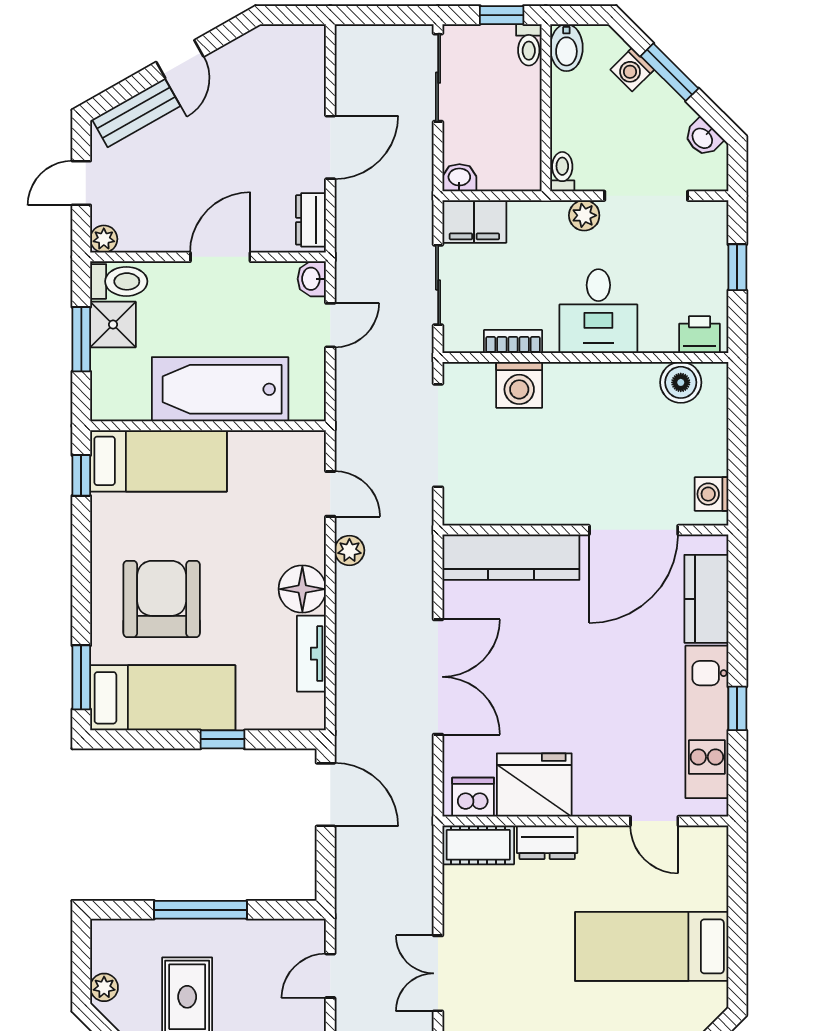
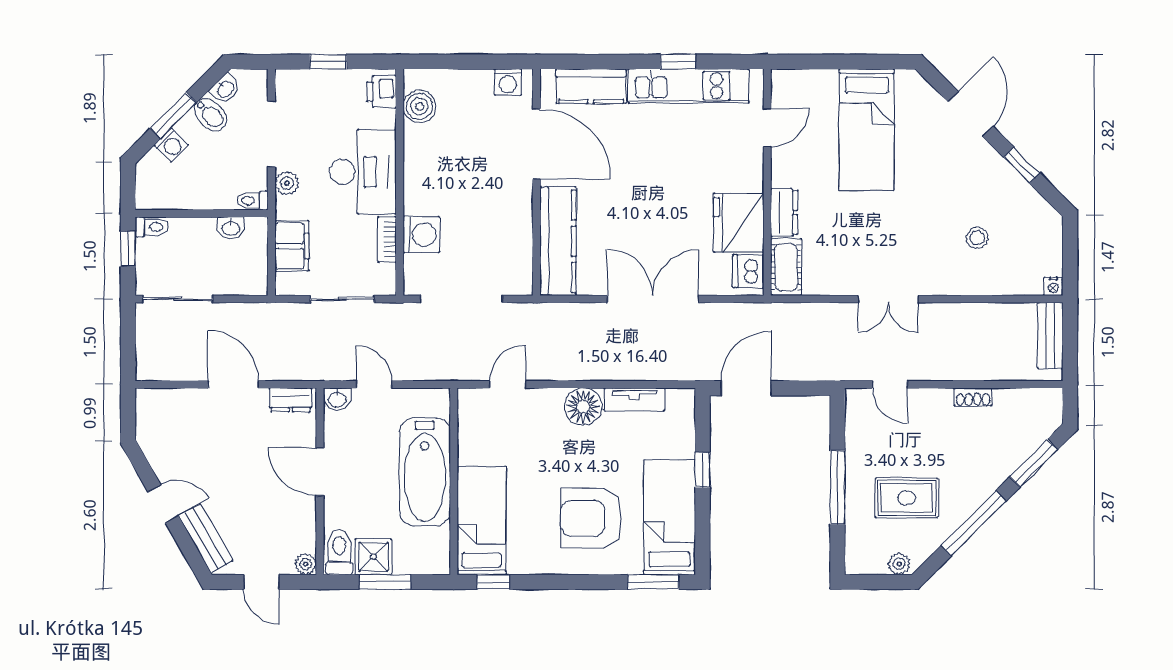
bidet: (566, 48) -> (210, 115), moved, turned 45
washbasin: (459, 178) -> (231, 228), moved, turned -90
filing cabinet: (474, 221) -> (292, 246), moved
desk: (598, 311) -> (363, 172), width x1.37
plant: (349, 550) -> (553, 369), removed

